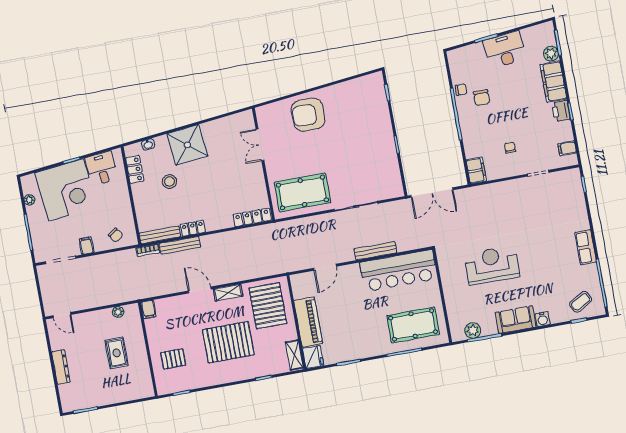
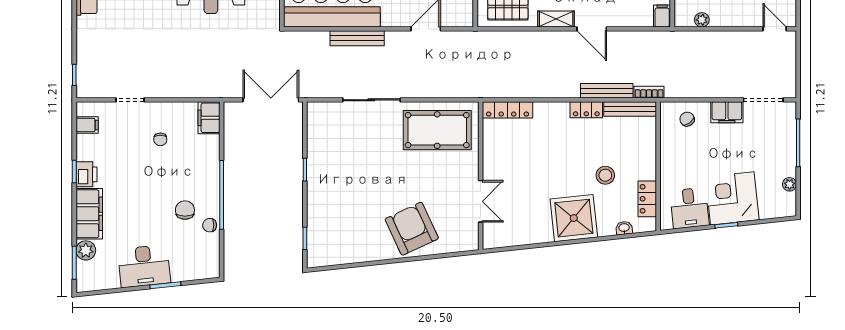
armchair: (308, 115) -> (412, 229), turned -115
corner desk: (66, 190) -> (732, 198), width x0.74, depth x0.74
filing cabinet: (86, 246) -> (727, 112), width x2.00

